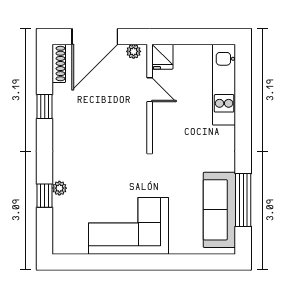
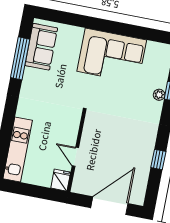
plant: (134, 51) -> (82, 188), removed
shoe rack: (59, 63) -> (141, 190), removed
sofa: (219, 210) -> (41, 47), width x0.73

